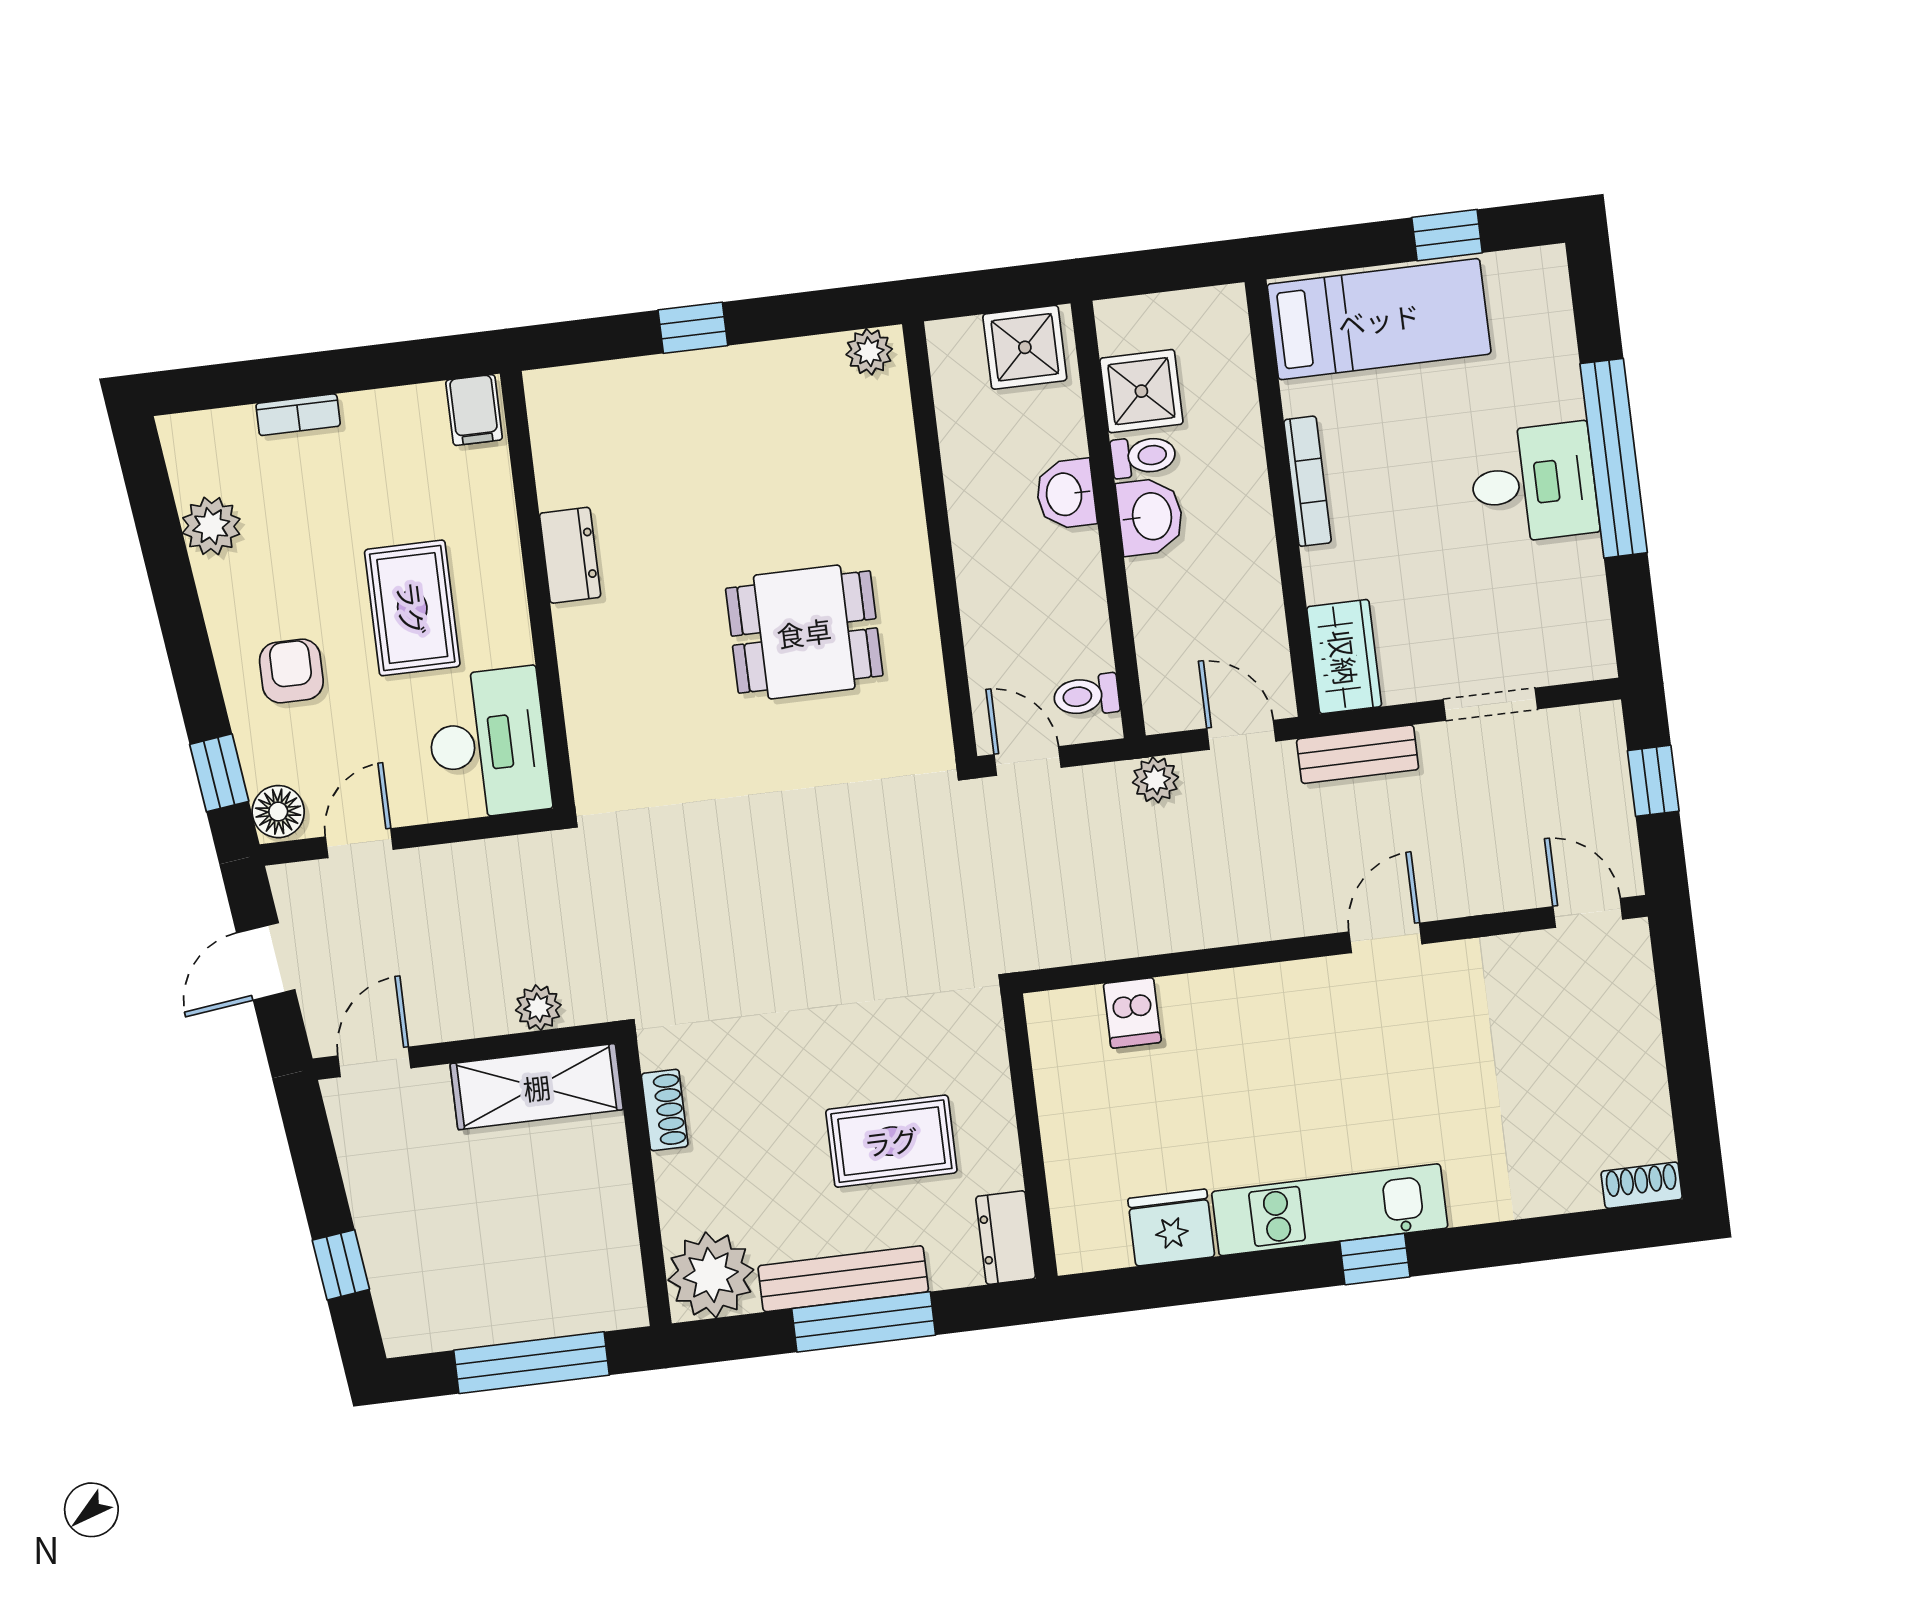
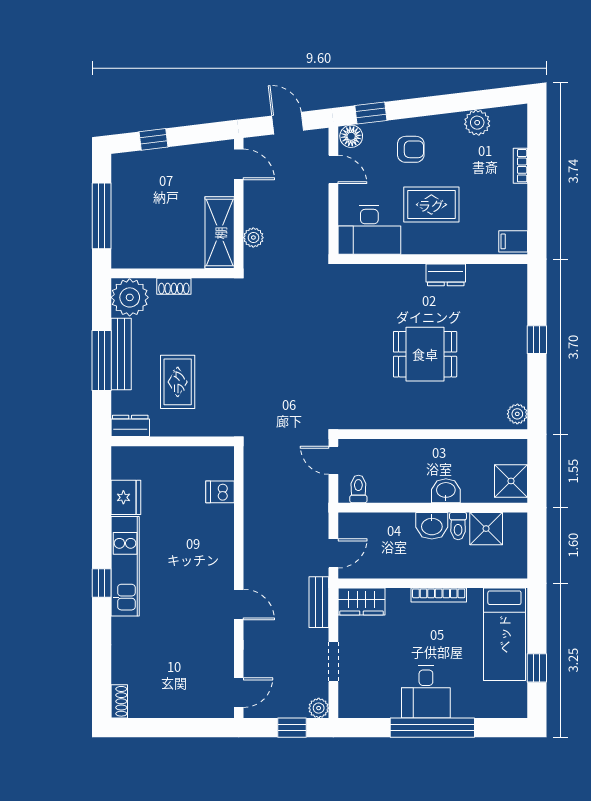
dining table: (804, 632) -> (425, 354), moved, turned 90
door: (1028, 761) -> (333, 460), swing flipped
plant: (1155, 780) -> (319, 708), moved
shoe rack: (665, 1110) -> (174, 286), moved

